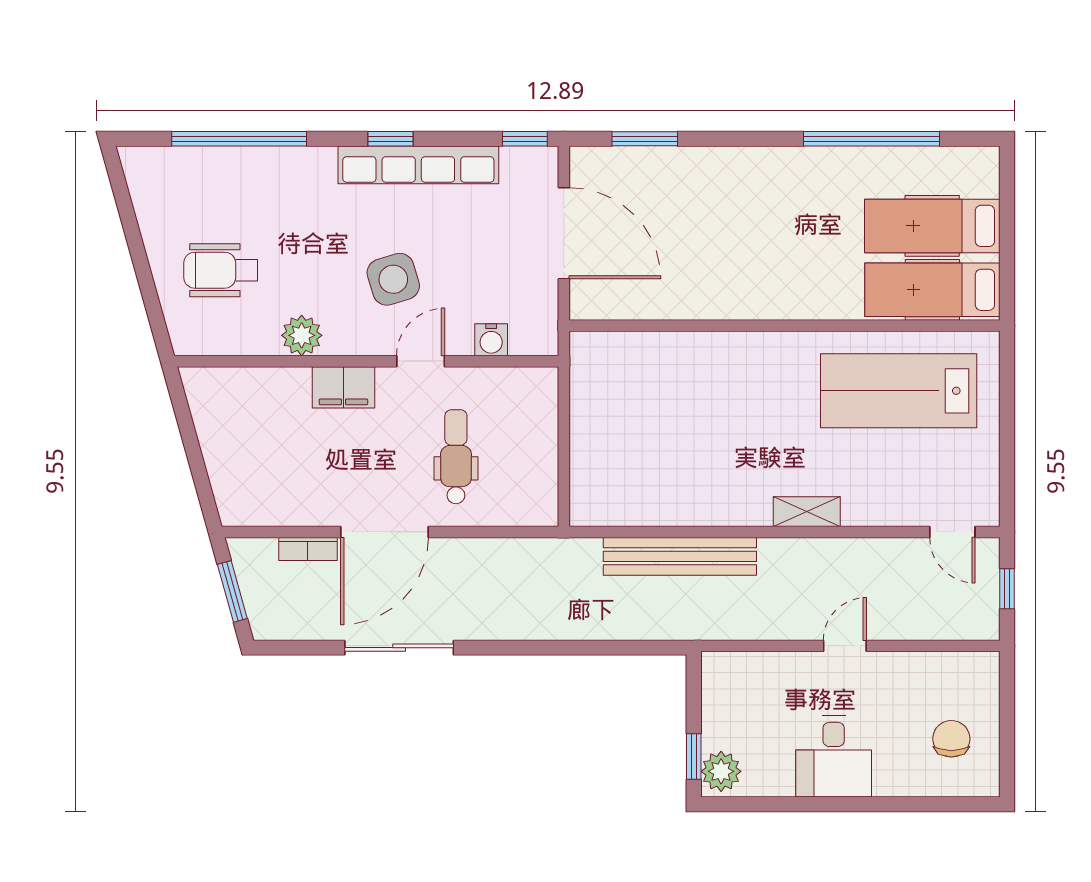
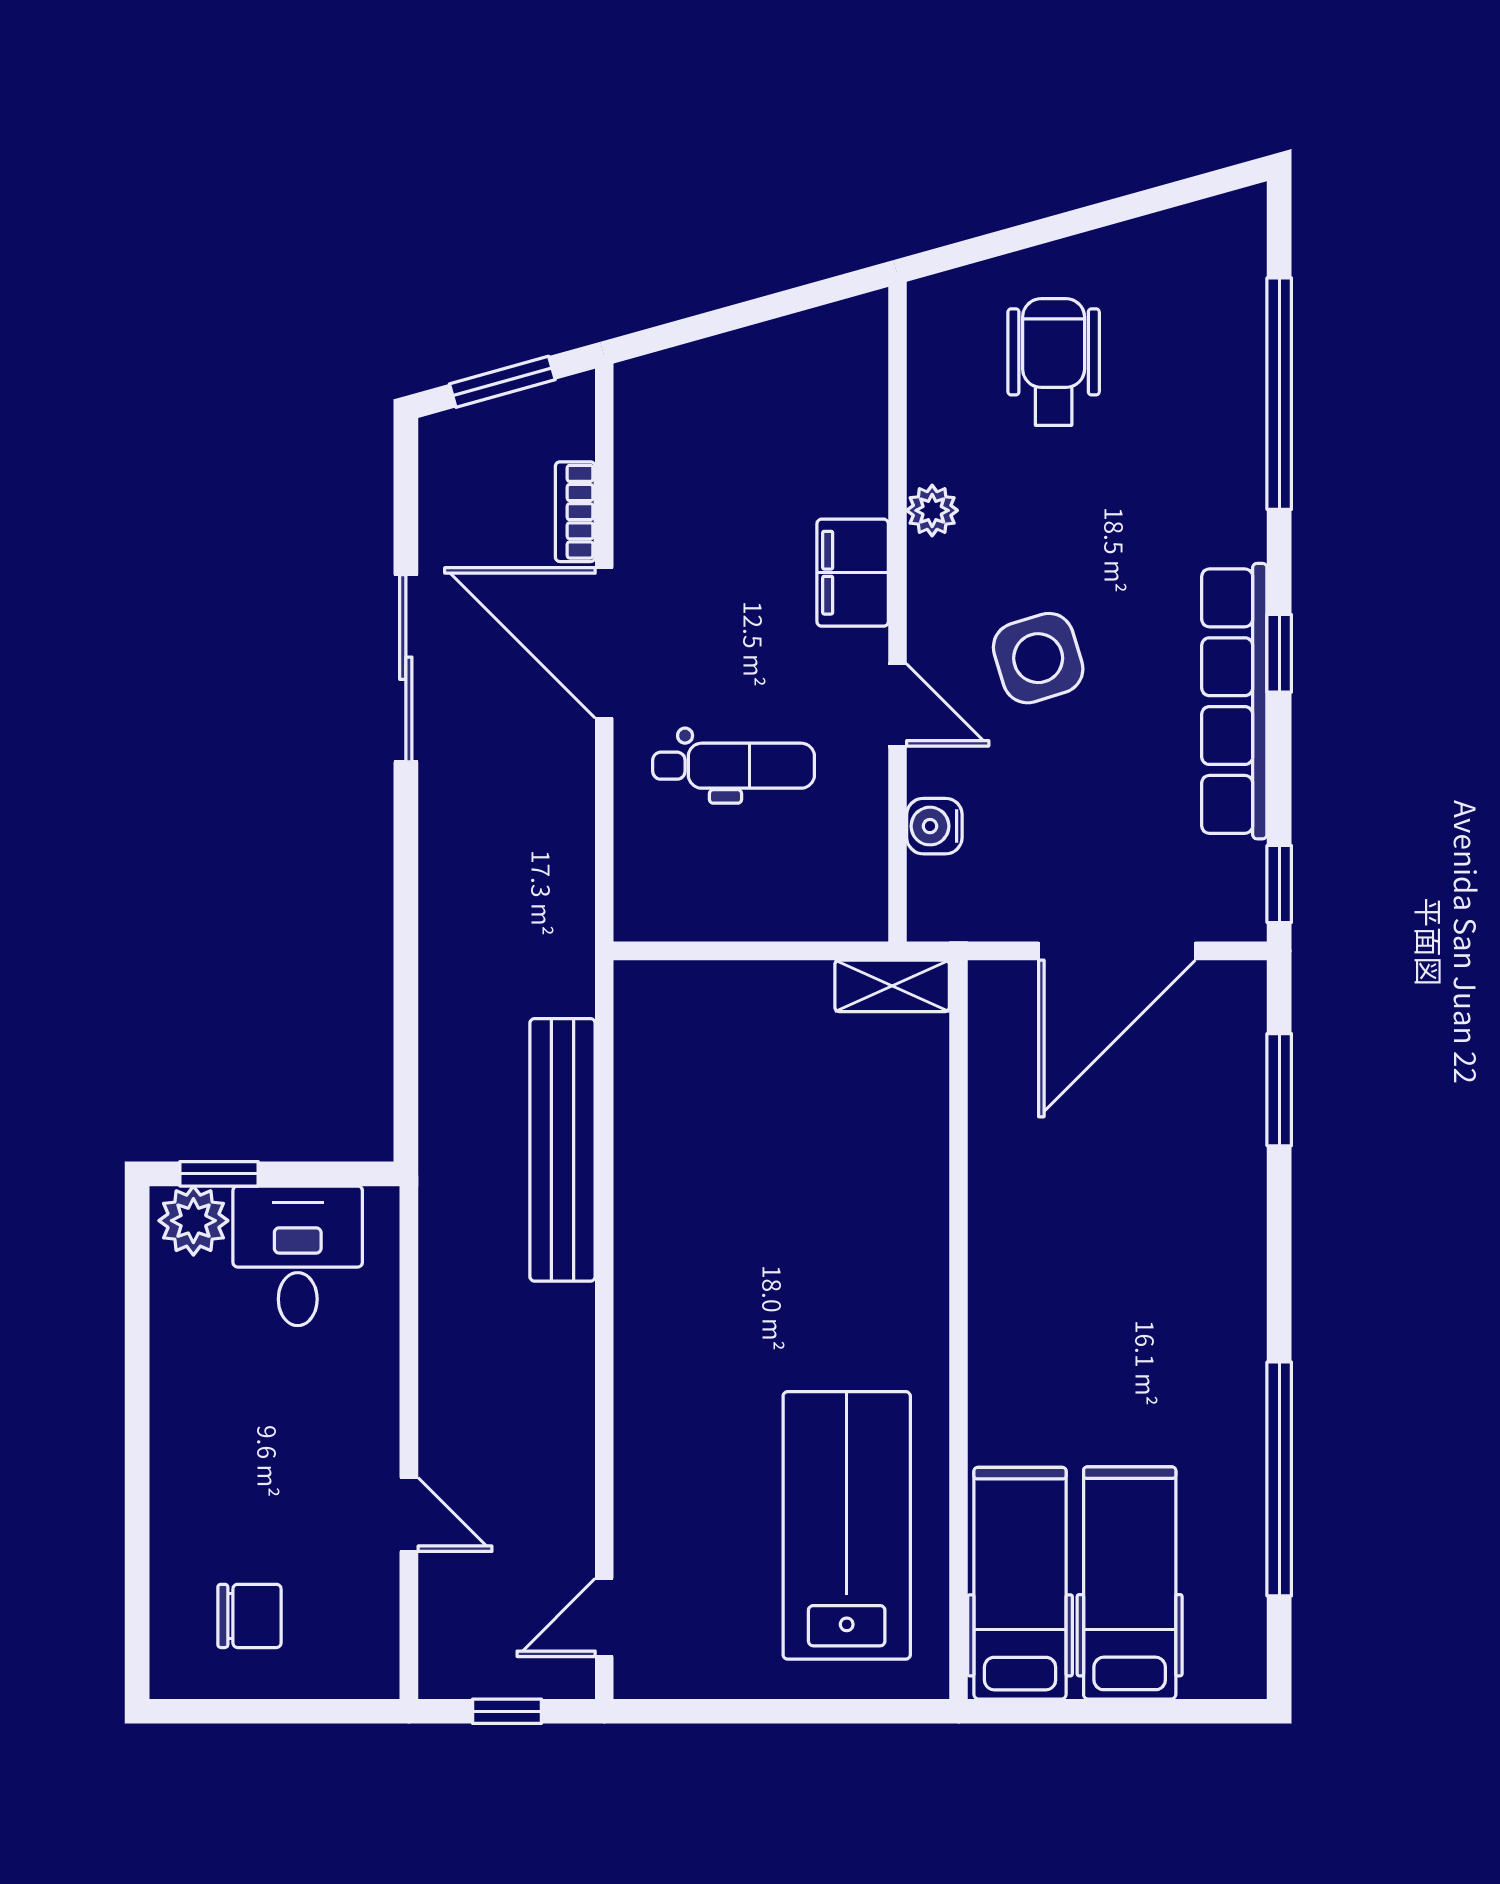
plant: (302, 335) -> (932, 510), width x0.73, depth x0.73
shelving: (807, 512) -> (892, 986), moved, turned 90
door: (845, 646) -> (409, 1515), moved
desk: (834, 756) -> (298, 1256), moved, turned 90

